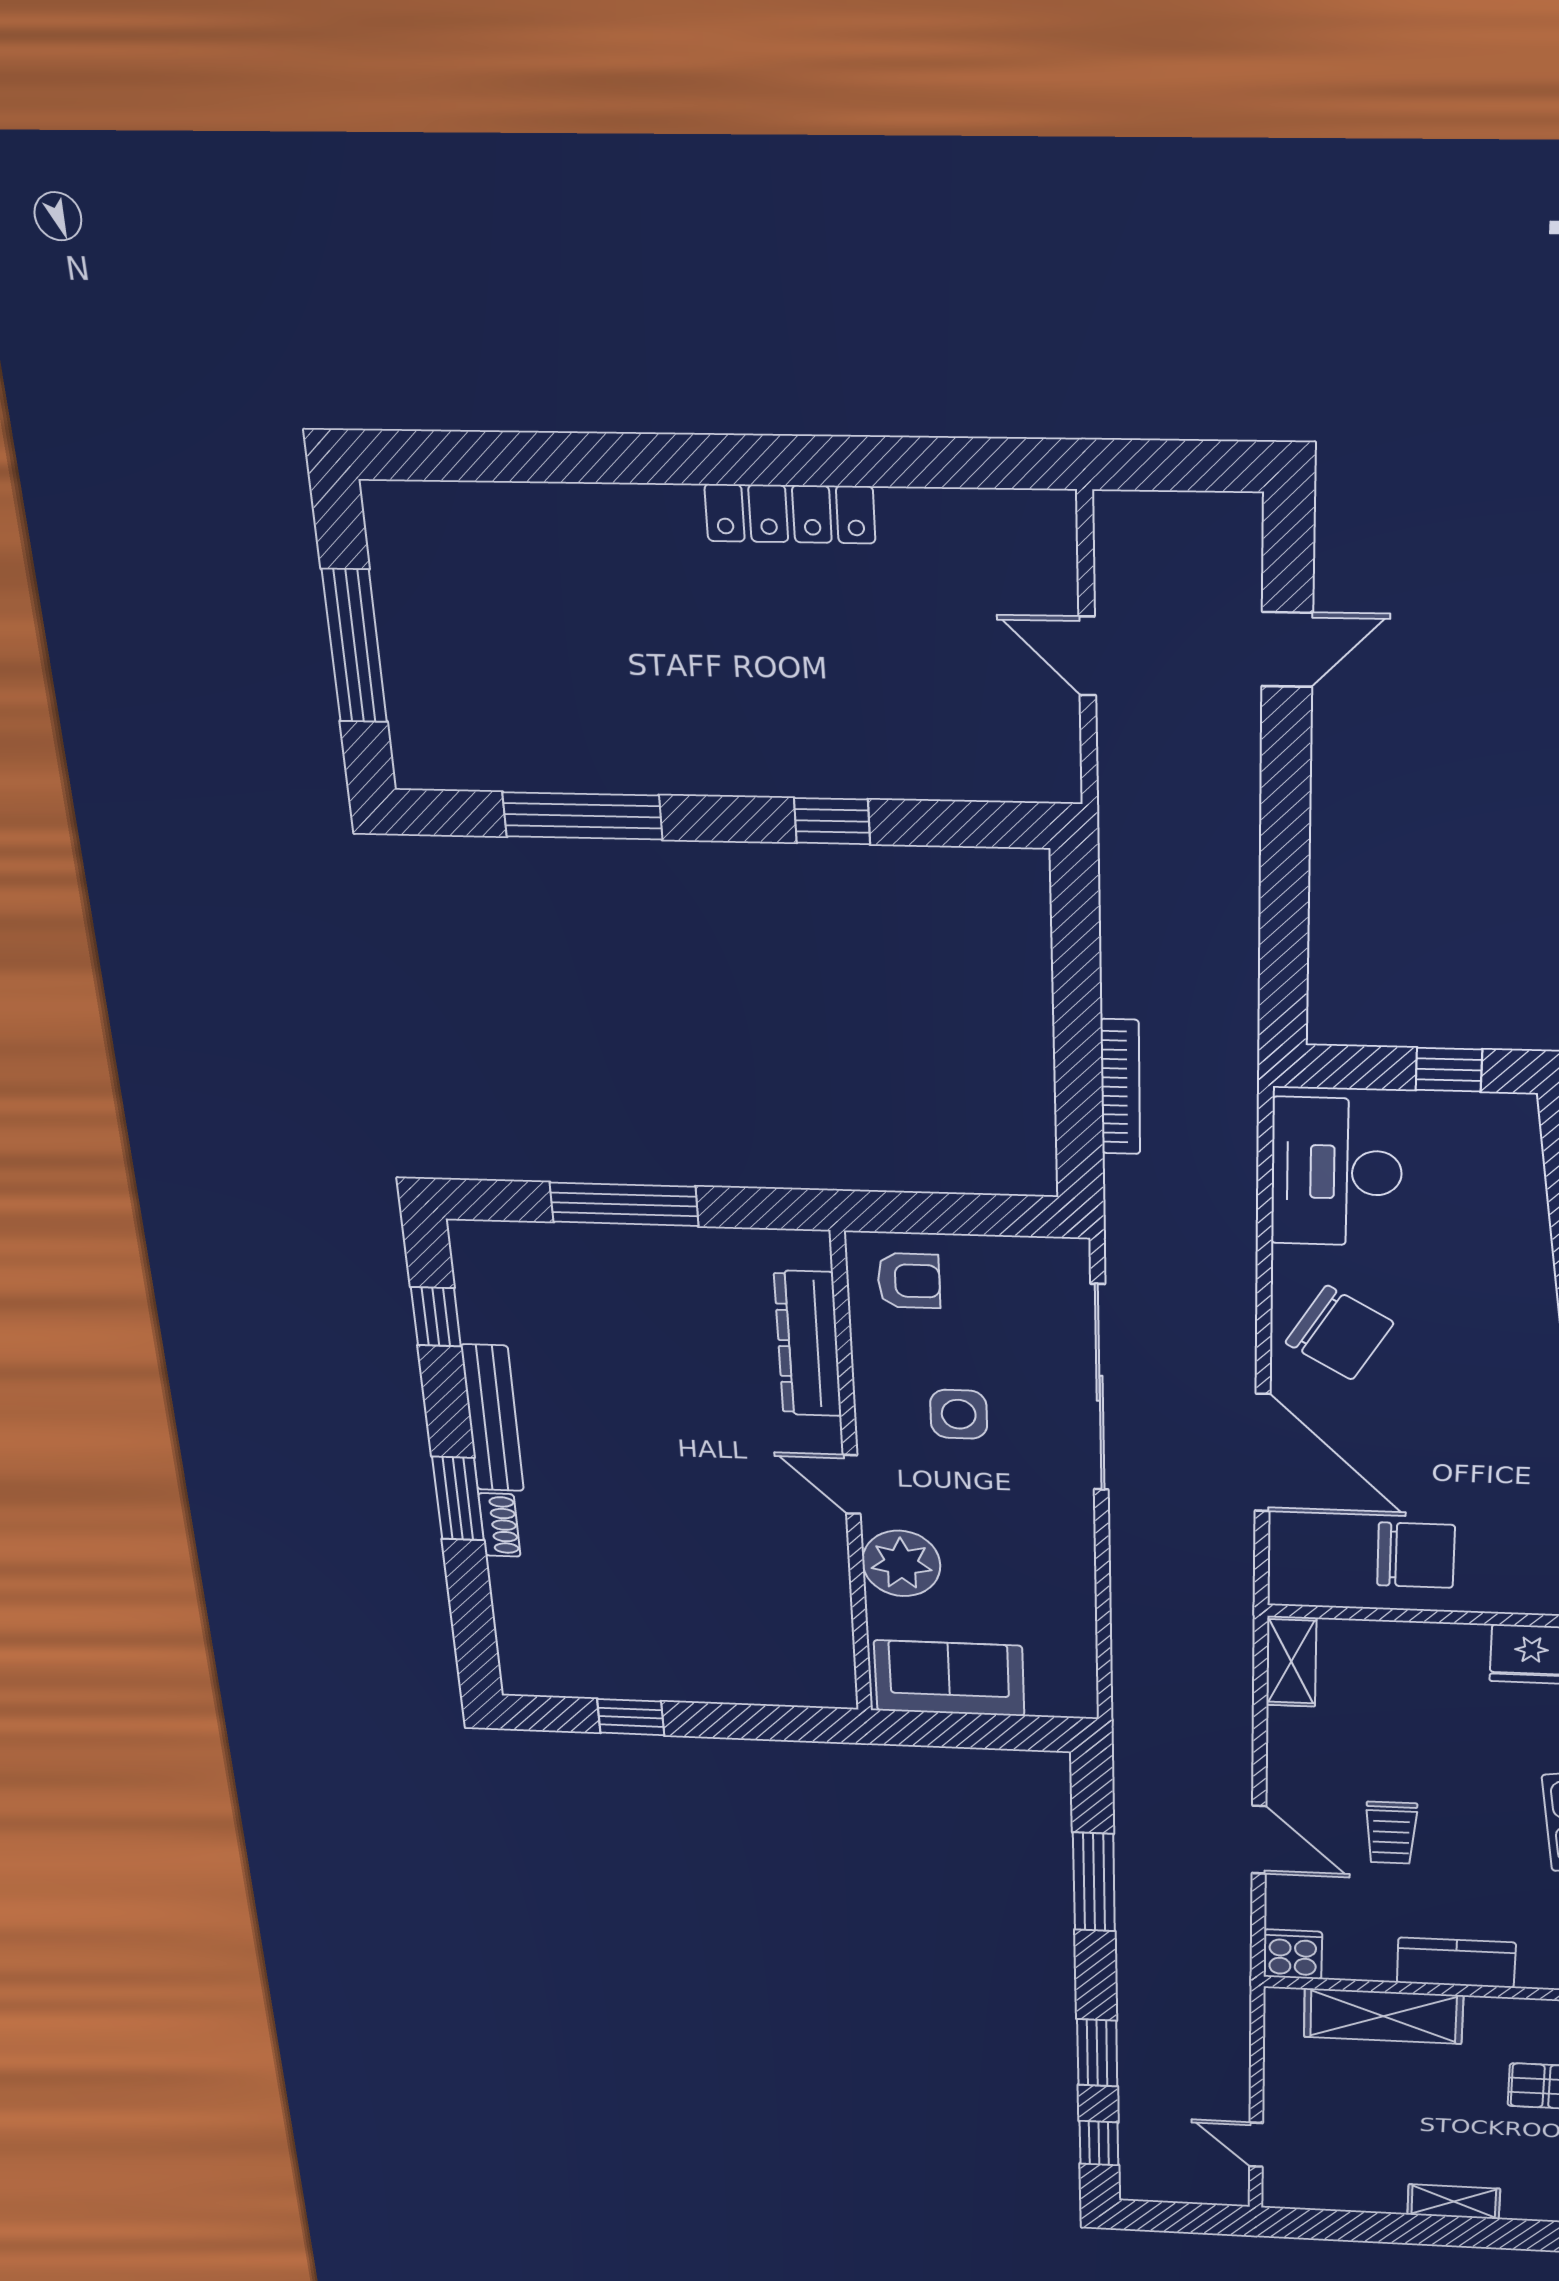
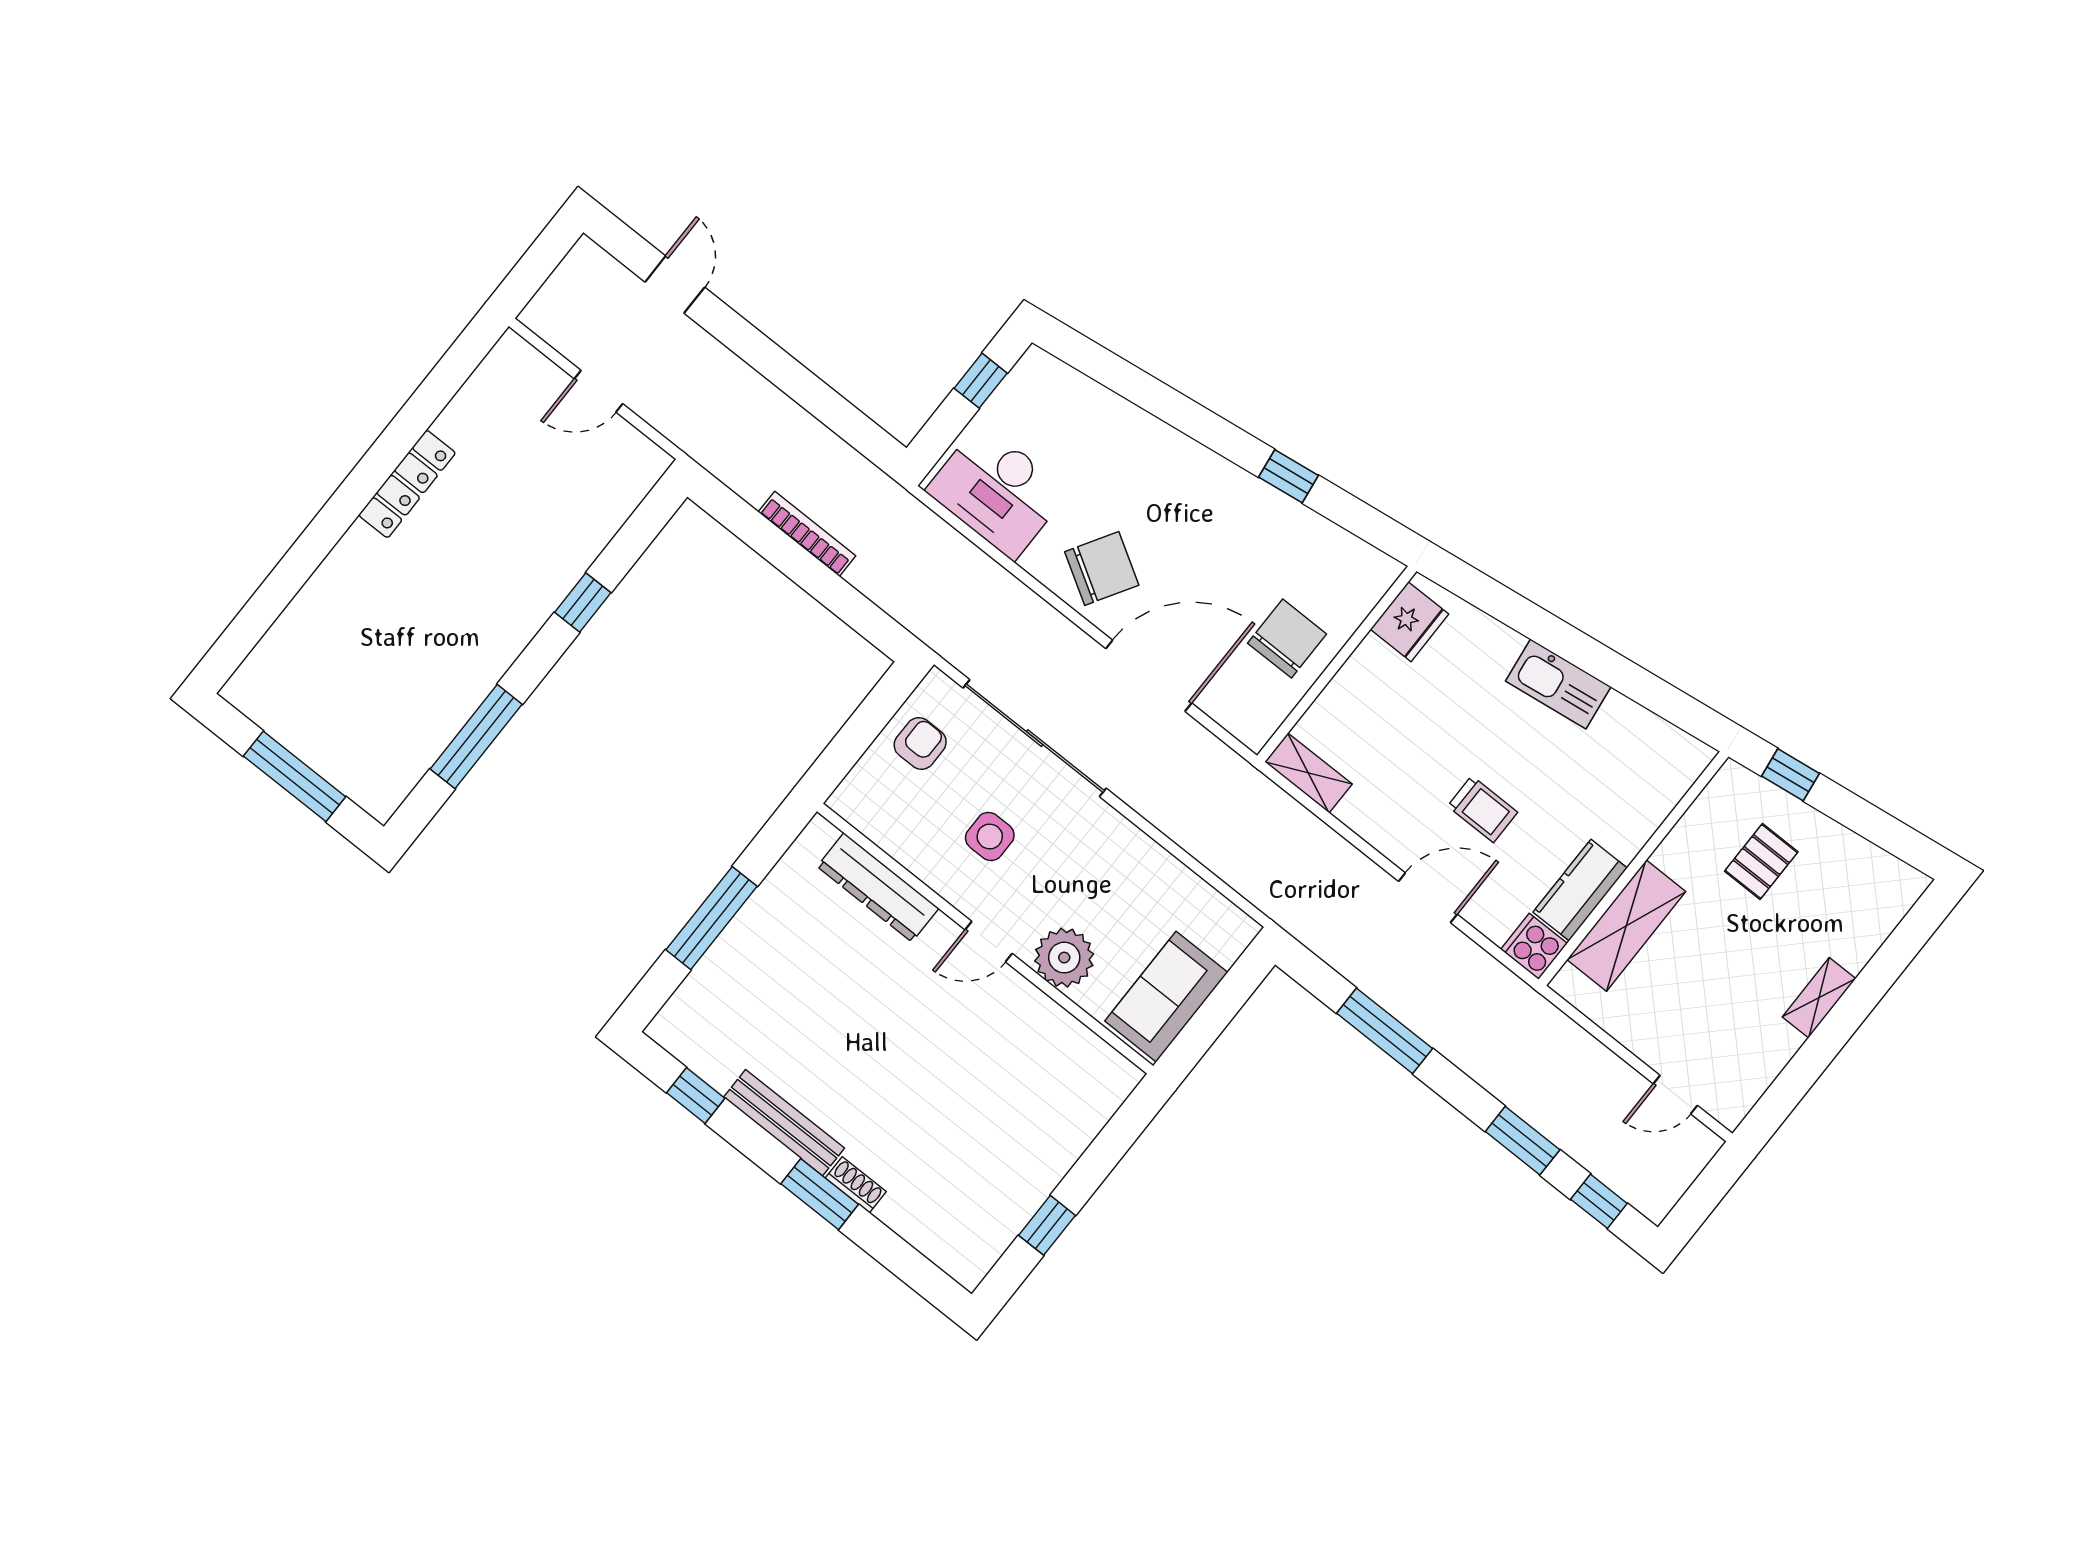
bookcase: (1120, 1087) -> (807, 534), moved
armchair: (909, 1281) -> (920, 743), moved
kitchen counter: (1456, 1963) -> (1580, 890), moved

